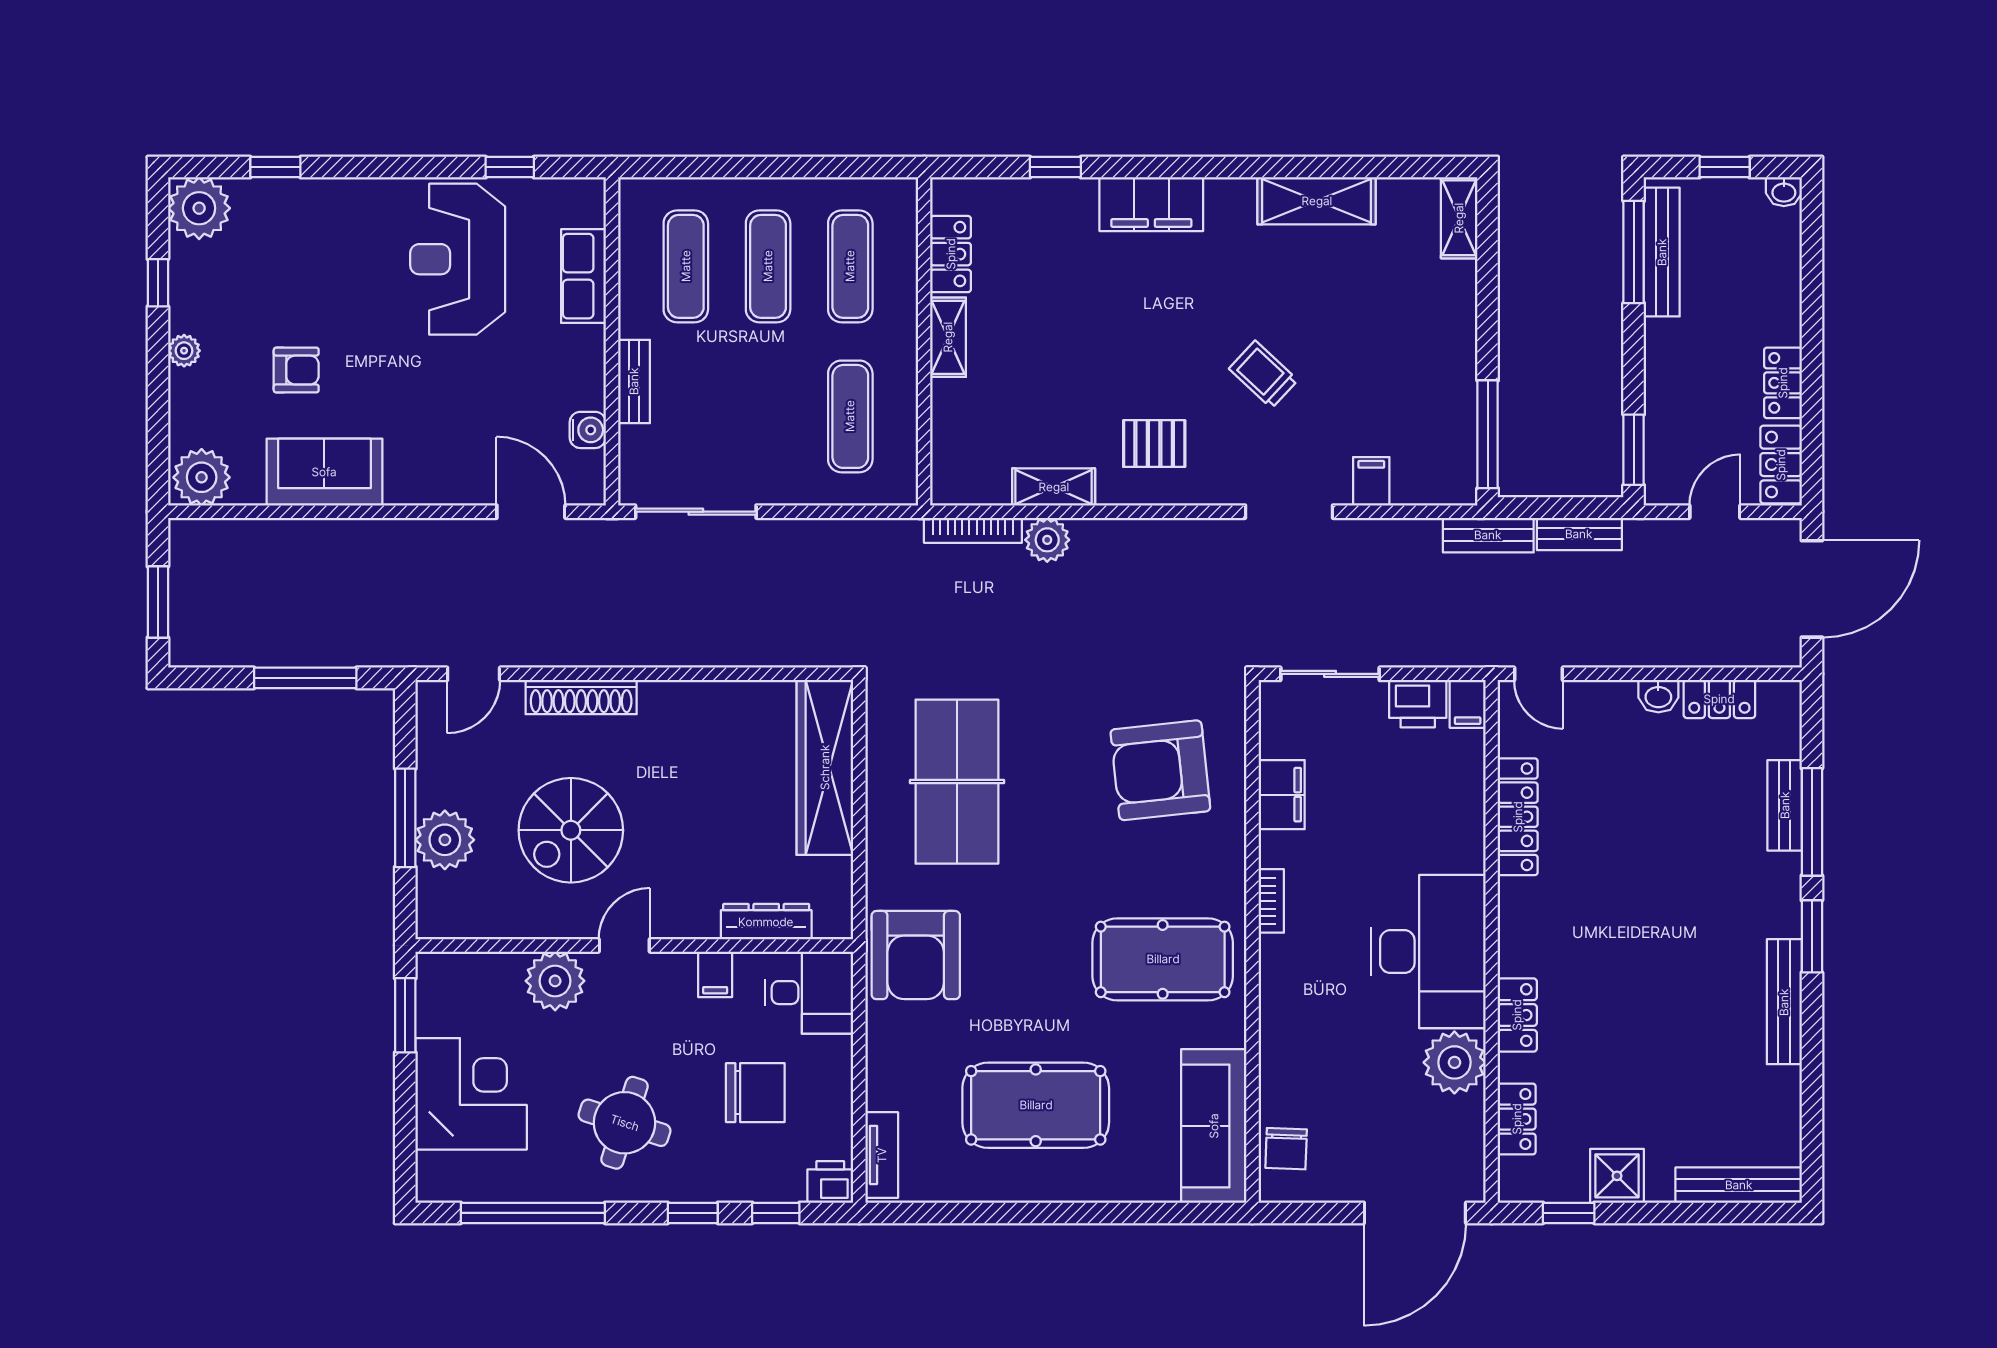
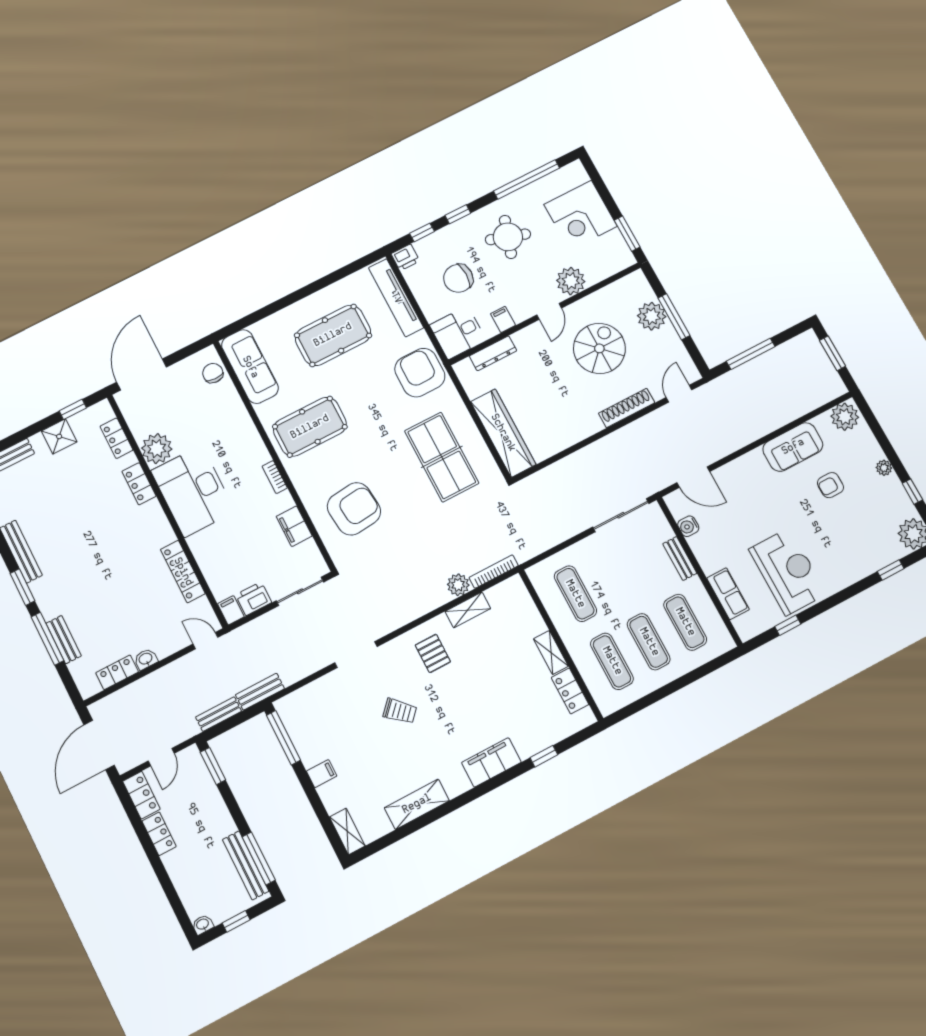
pallet: (1154, 444) -> (433, 653), turned 90
filing cabinet: (1371, 481) -> (322, 774), moved, turned -90
tv unit: (882, 1155) -> (396, 298), width x1.92, depth x1.29

